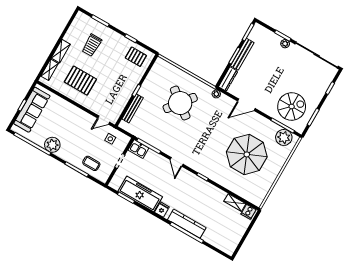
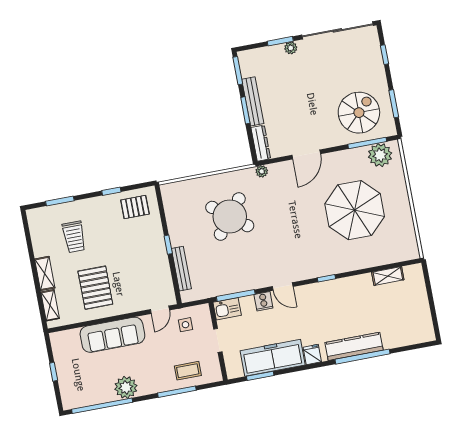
pallet: (80, 81) -> (95, 288), turned 90
sofa: (32, 110) -> (112, 335), moved, turned 90
cooker: (249, 212) -> (263, 301), moved

